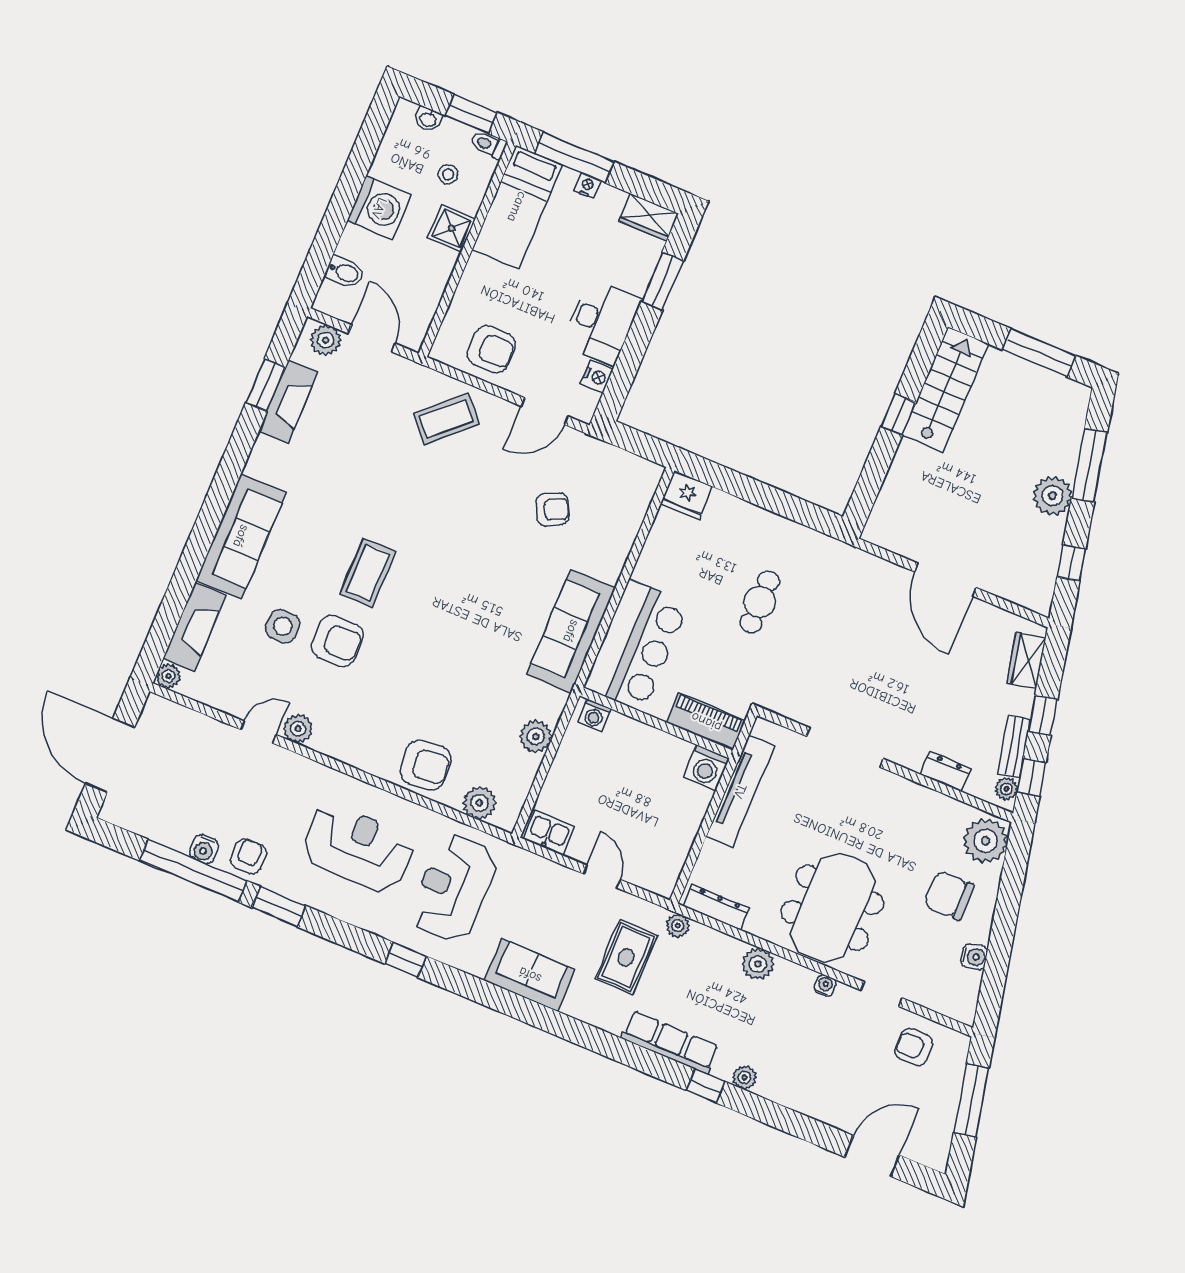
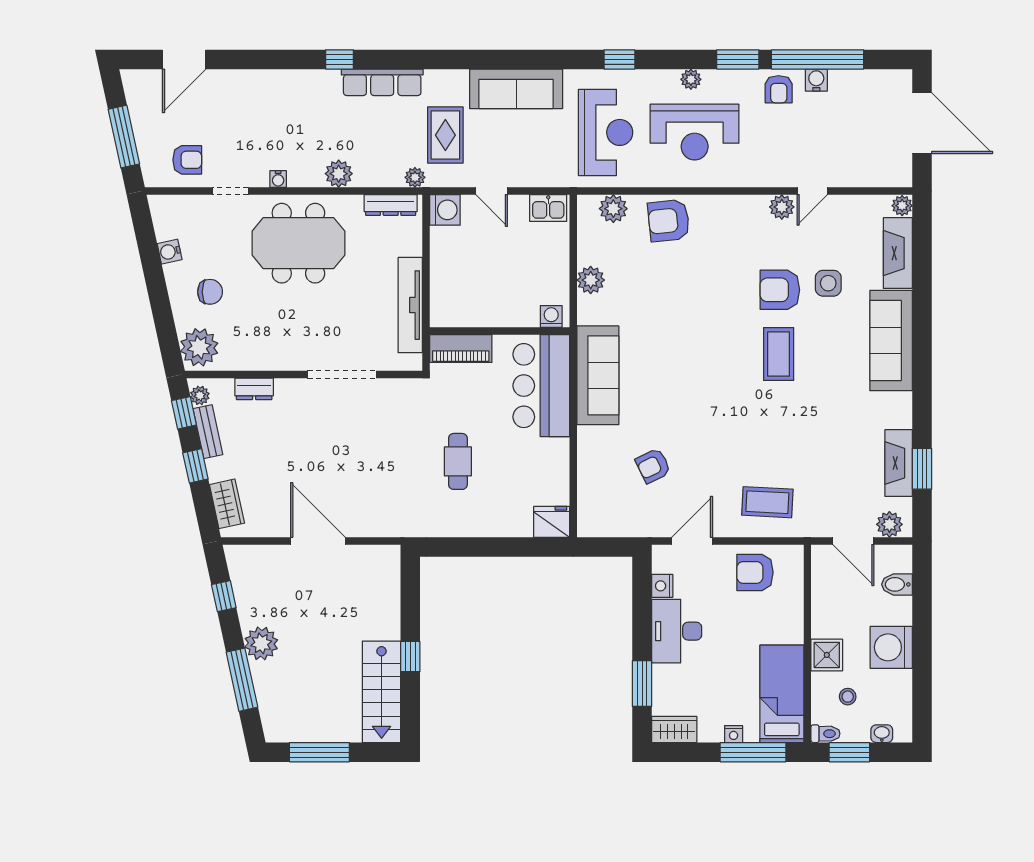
coffee table: (446, 419) -> (767, 502), turned 46
washing machine: (706, 768) -> (445, 210), moved, turned 90
chair: (949, 895) -> (210, 292), width x0.73, depth x0.73
meeting table: (832, 908) -> (298, 243), turned 90
sofa: (530, 975) -> (516, 89), width x1.36
plant: (744, 1077) -> (691, 79), moved

